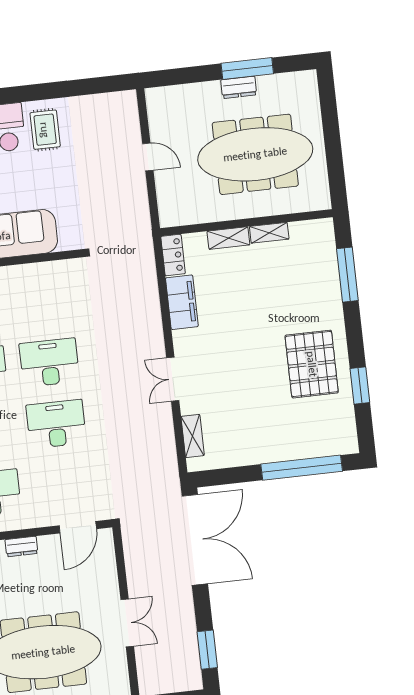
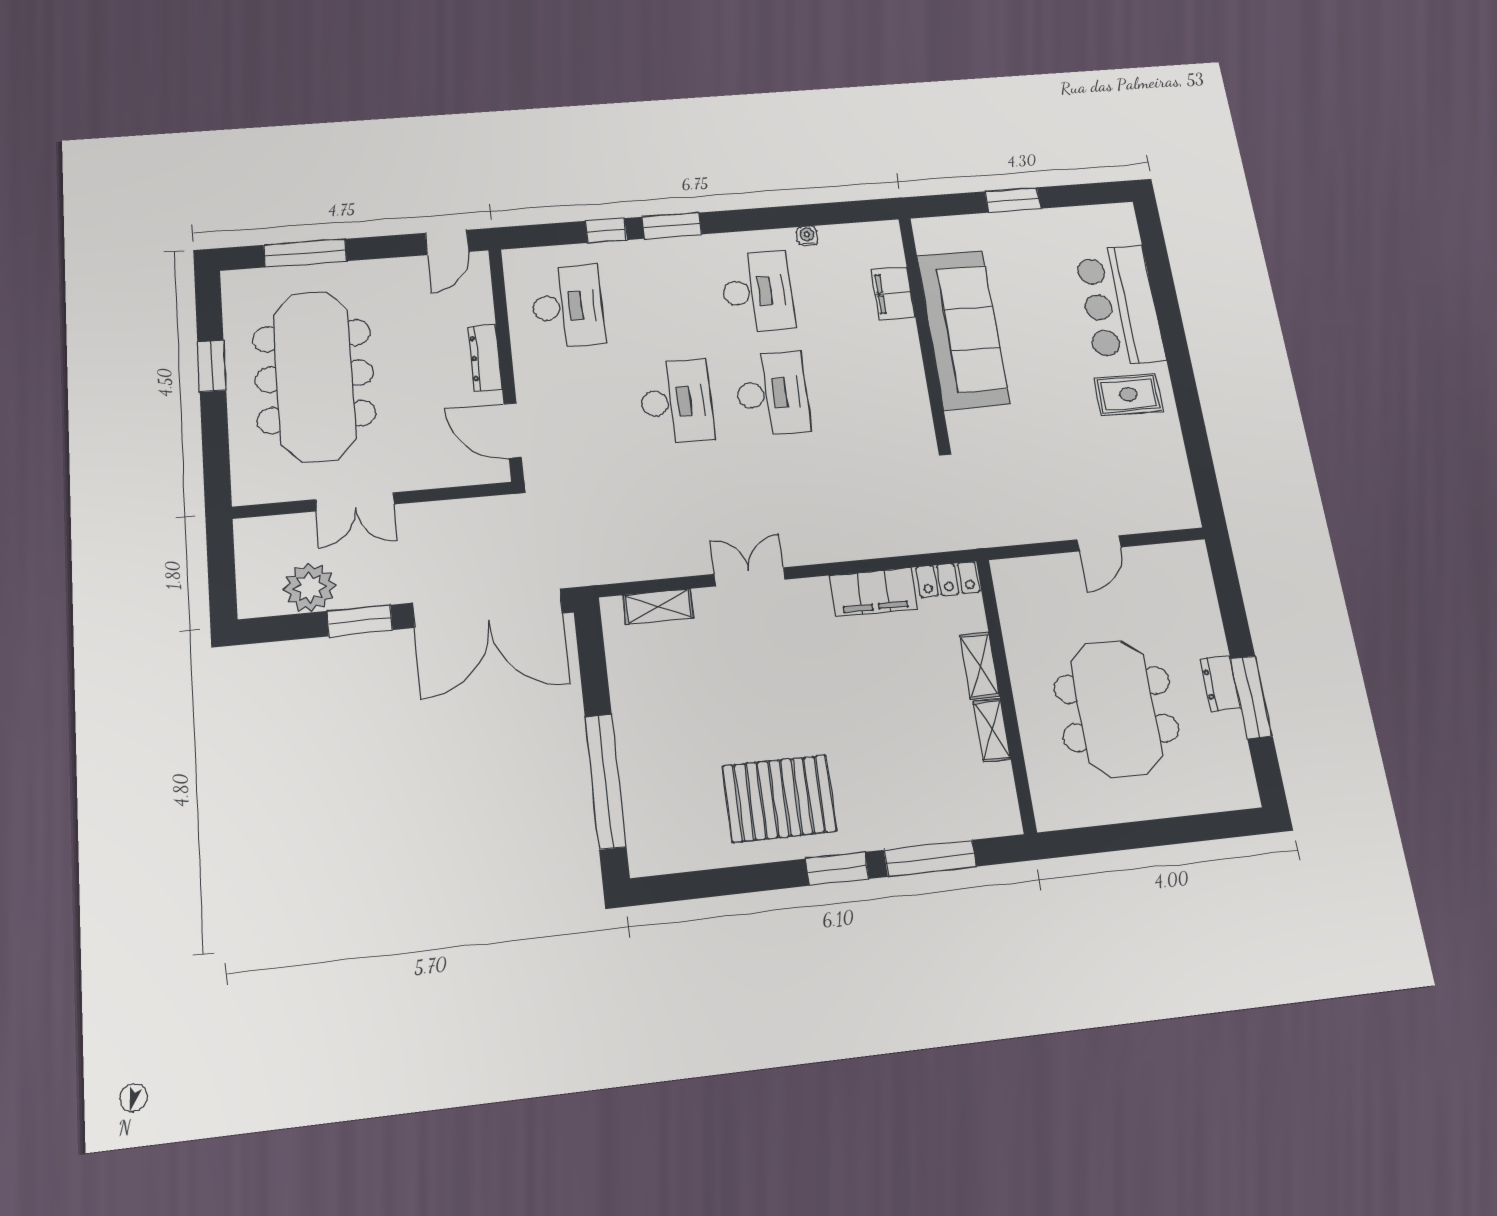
meeting table: (255, 154) -> (1116, 709), width x0.73
window: (360, 386) -> (837, 869), moved
dresser: (21, 546) -> (485, 358), width x1.44
plant: (183, 648) -> (310, 588), added
window: (207, 650) -> (360, 620), moved

